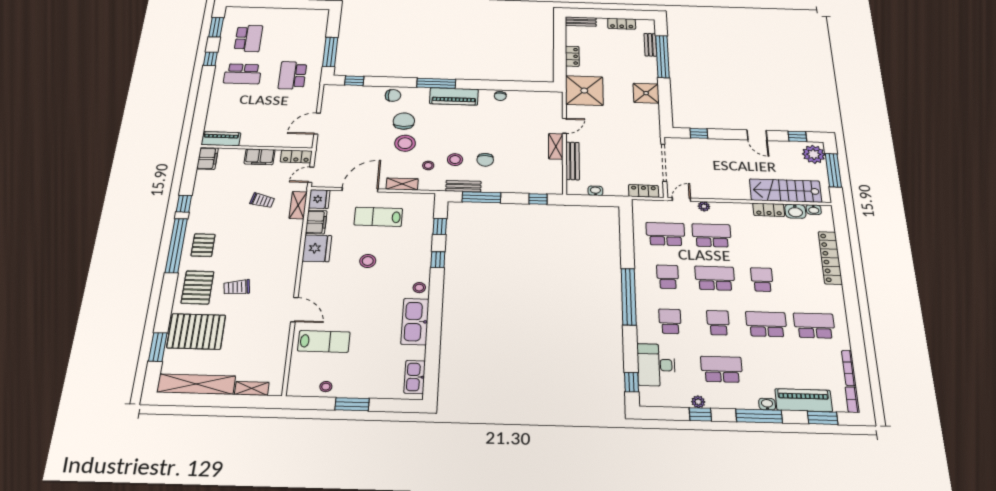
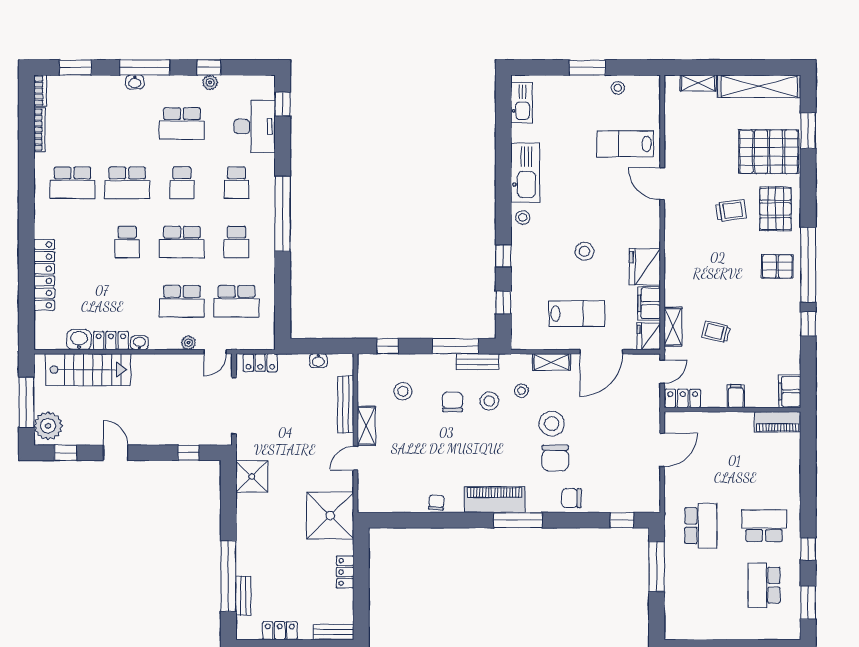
shower: (646, 93) -> (252, 476), moved
filing cabinet: (260, 157) -> (736, 396), width x0.50
stool: (526, 168) -> (403, 391), added
washbasin: (814, 210) -> (139, 343), moved
pallet: (203, 245) -> (777, 266), turned 90
piano: (804, 400) -> (94, 88), removed

